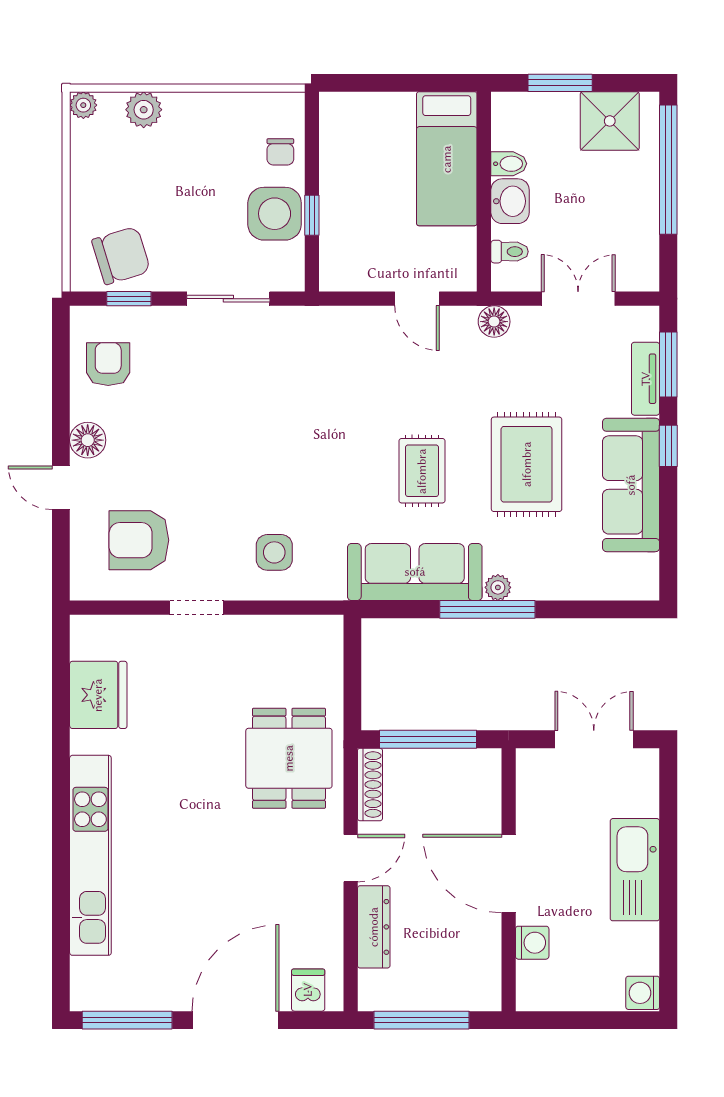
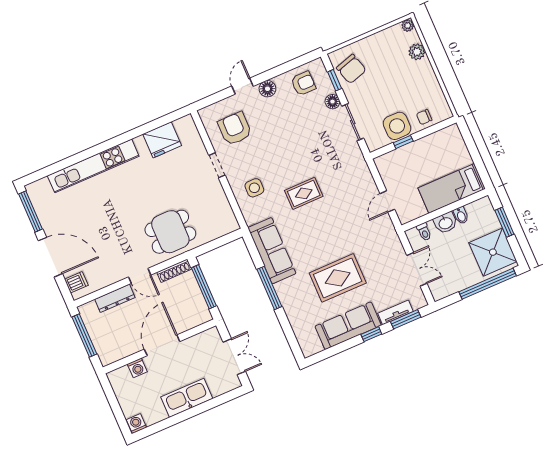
shower: (610, 121) -> (493, 252), width x1.37, depth x1.37
floor lamp: (494, 322) -> (332, 102), moved
rug: (422, 471) -> (304, 193), moved
plant: (498, 587) -> (281, 288), removed

